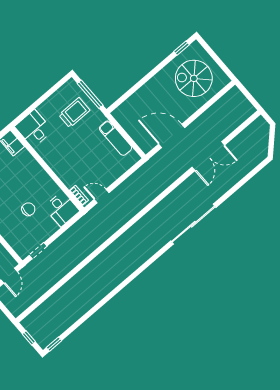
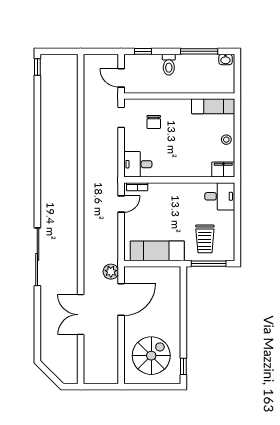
exam couch: (116, 138) -> (157, 251), width x1.36, depth x1.45
plant: (158, 161) -> (111, 272), added
chair: (28, 209) -> (154, 122), moved
window: (29, 338) -> (59, 51), removed

